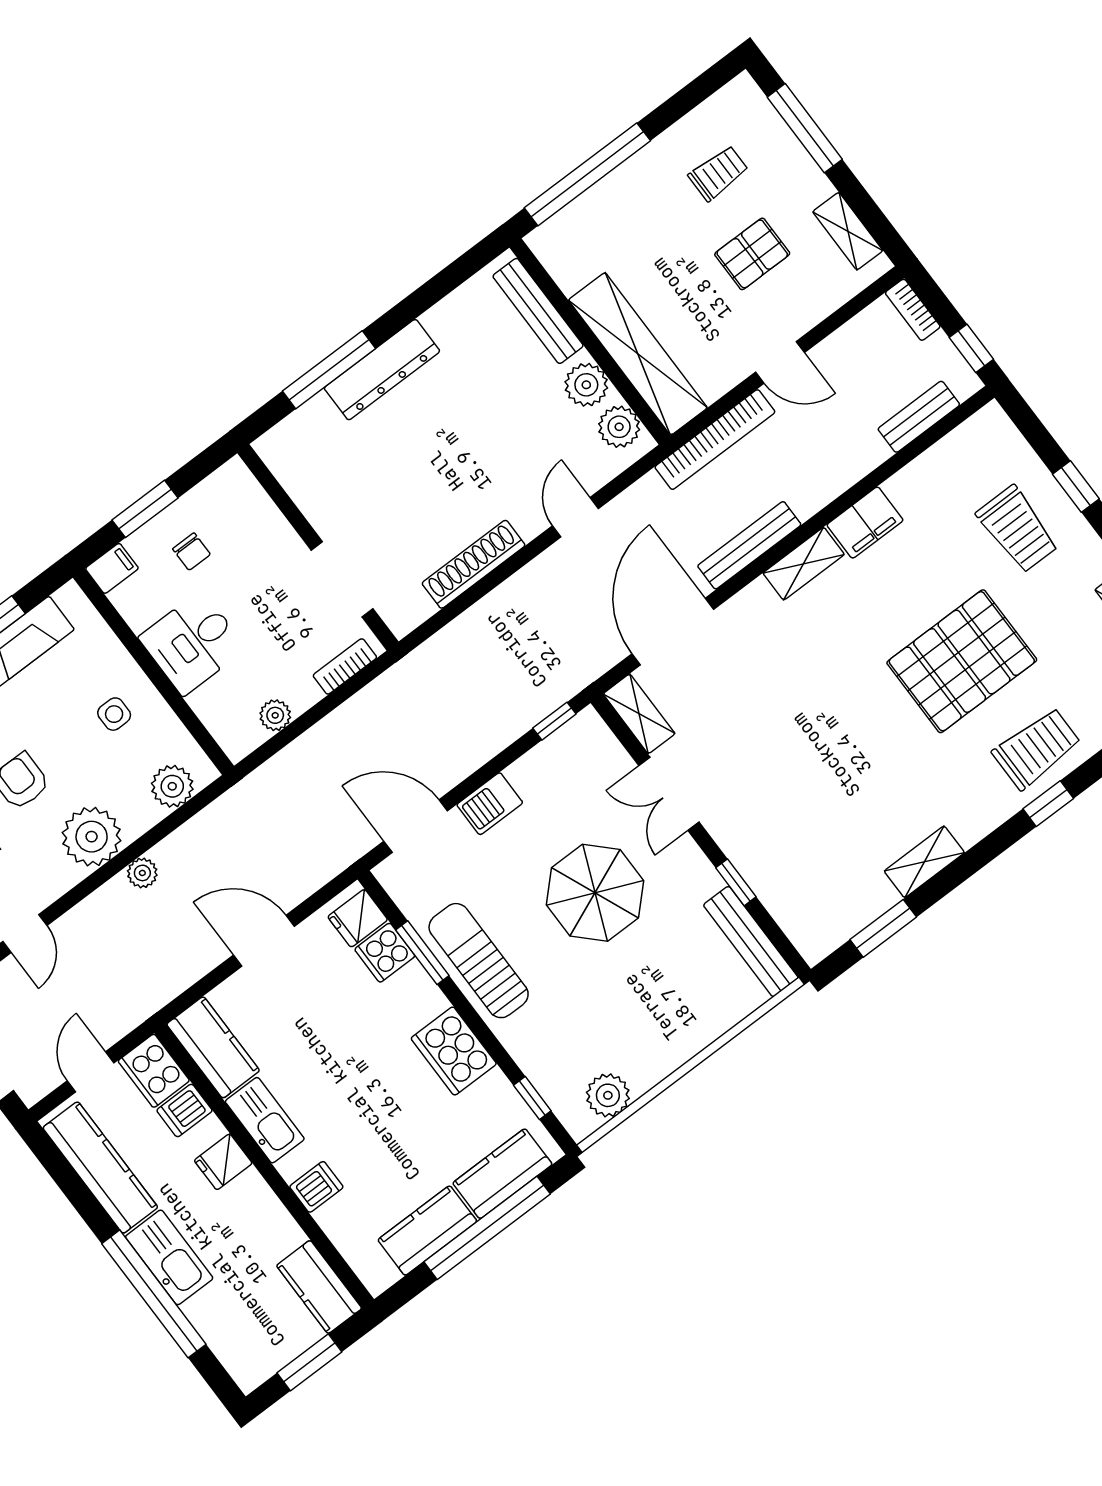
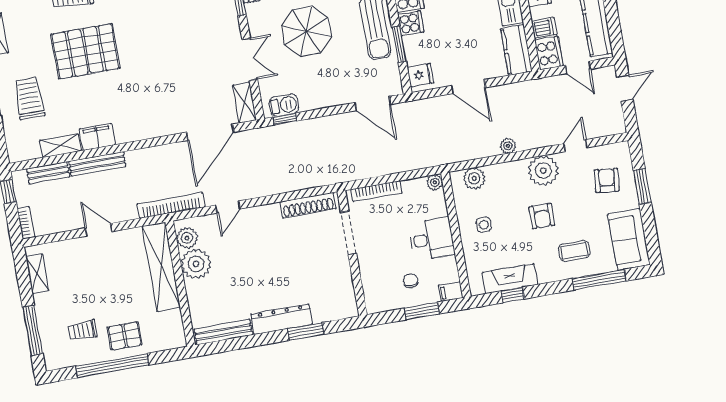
window: (587, 174) -> (112, 366), moved
pallet: (752, 254) -> (125, 336), moved
bench: (538, 311) -> (223, 332), moved, turned 90
window: (329, 370) -> (306, 331), width x0.69
plant: (586, 385) -> (196, 264), width x1.36, depth x1.36
bookcase: (715, 440) -> (171, 205), moved
bench: (749, 545) -> (97, 164), moved
shoe rack: (474, 564) -> (308, 205), moved
shelving: (804, 564) -> (60, 146), moved
bookcase: (345, 666) -> (376, 191), width x1.56
plant: (275, 715) -> (435, 182), moved
barbecue: (490, 804) -> (284, 105), moved
plant: (92, 837) -> (543, 171), moved
cooker: (385, 953) -> (411, 23), moved
door: (91, 1072) -> (578, 67), hinge flipped

